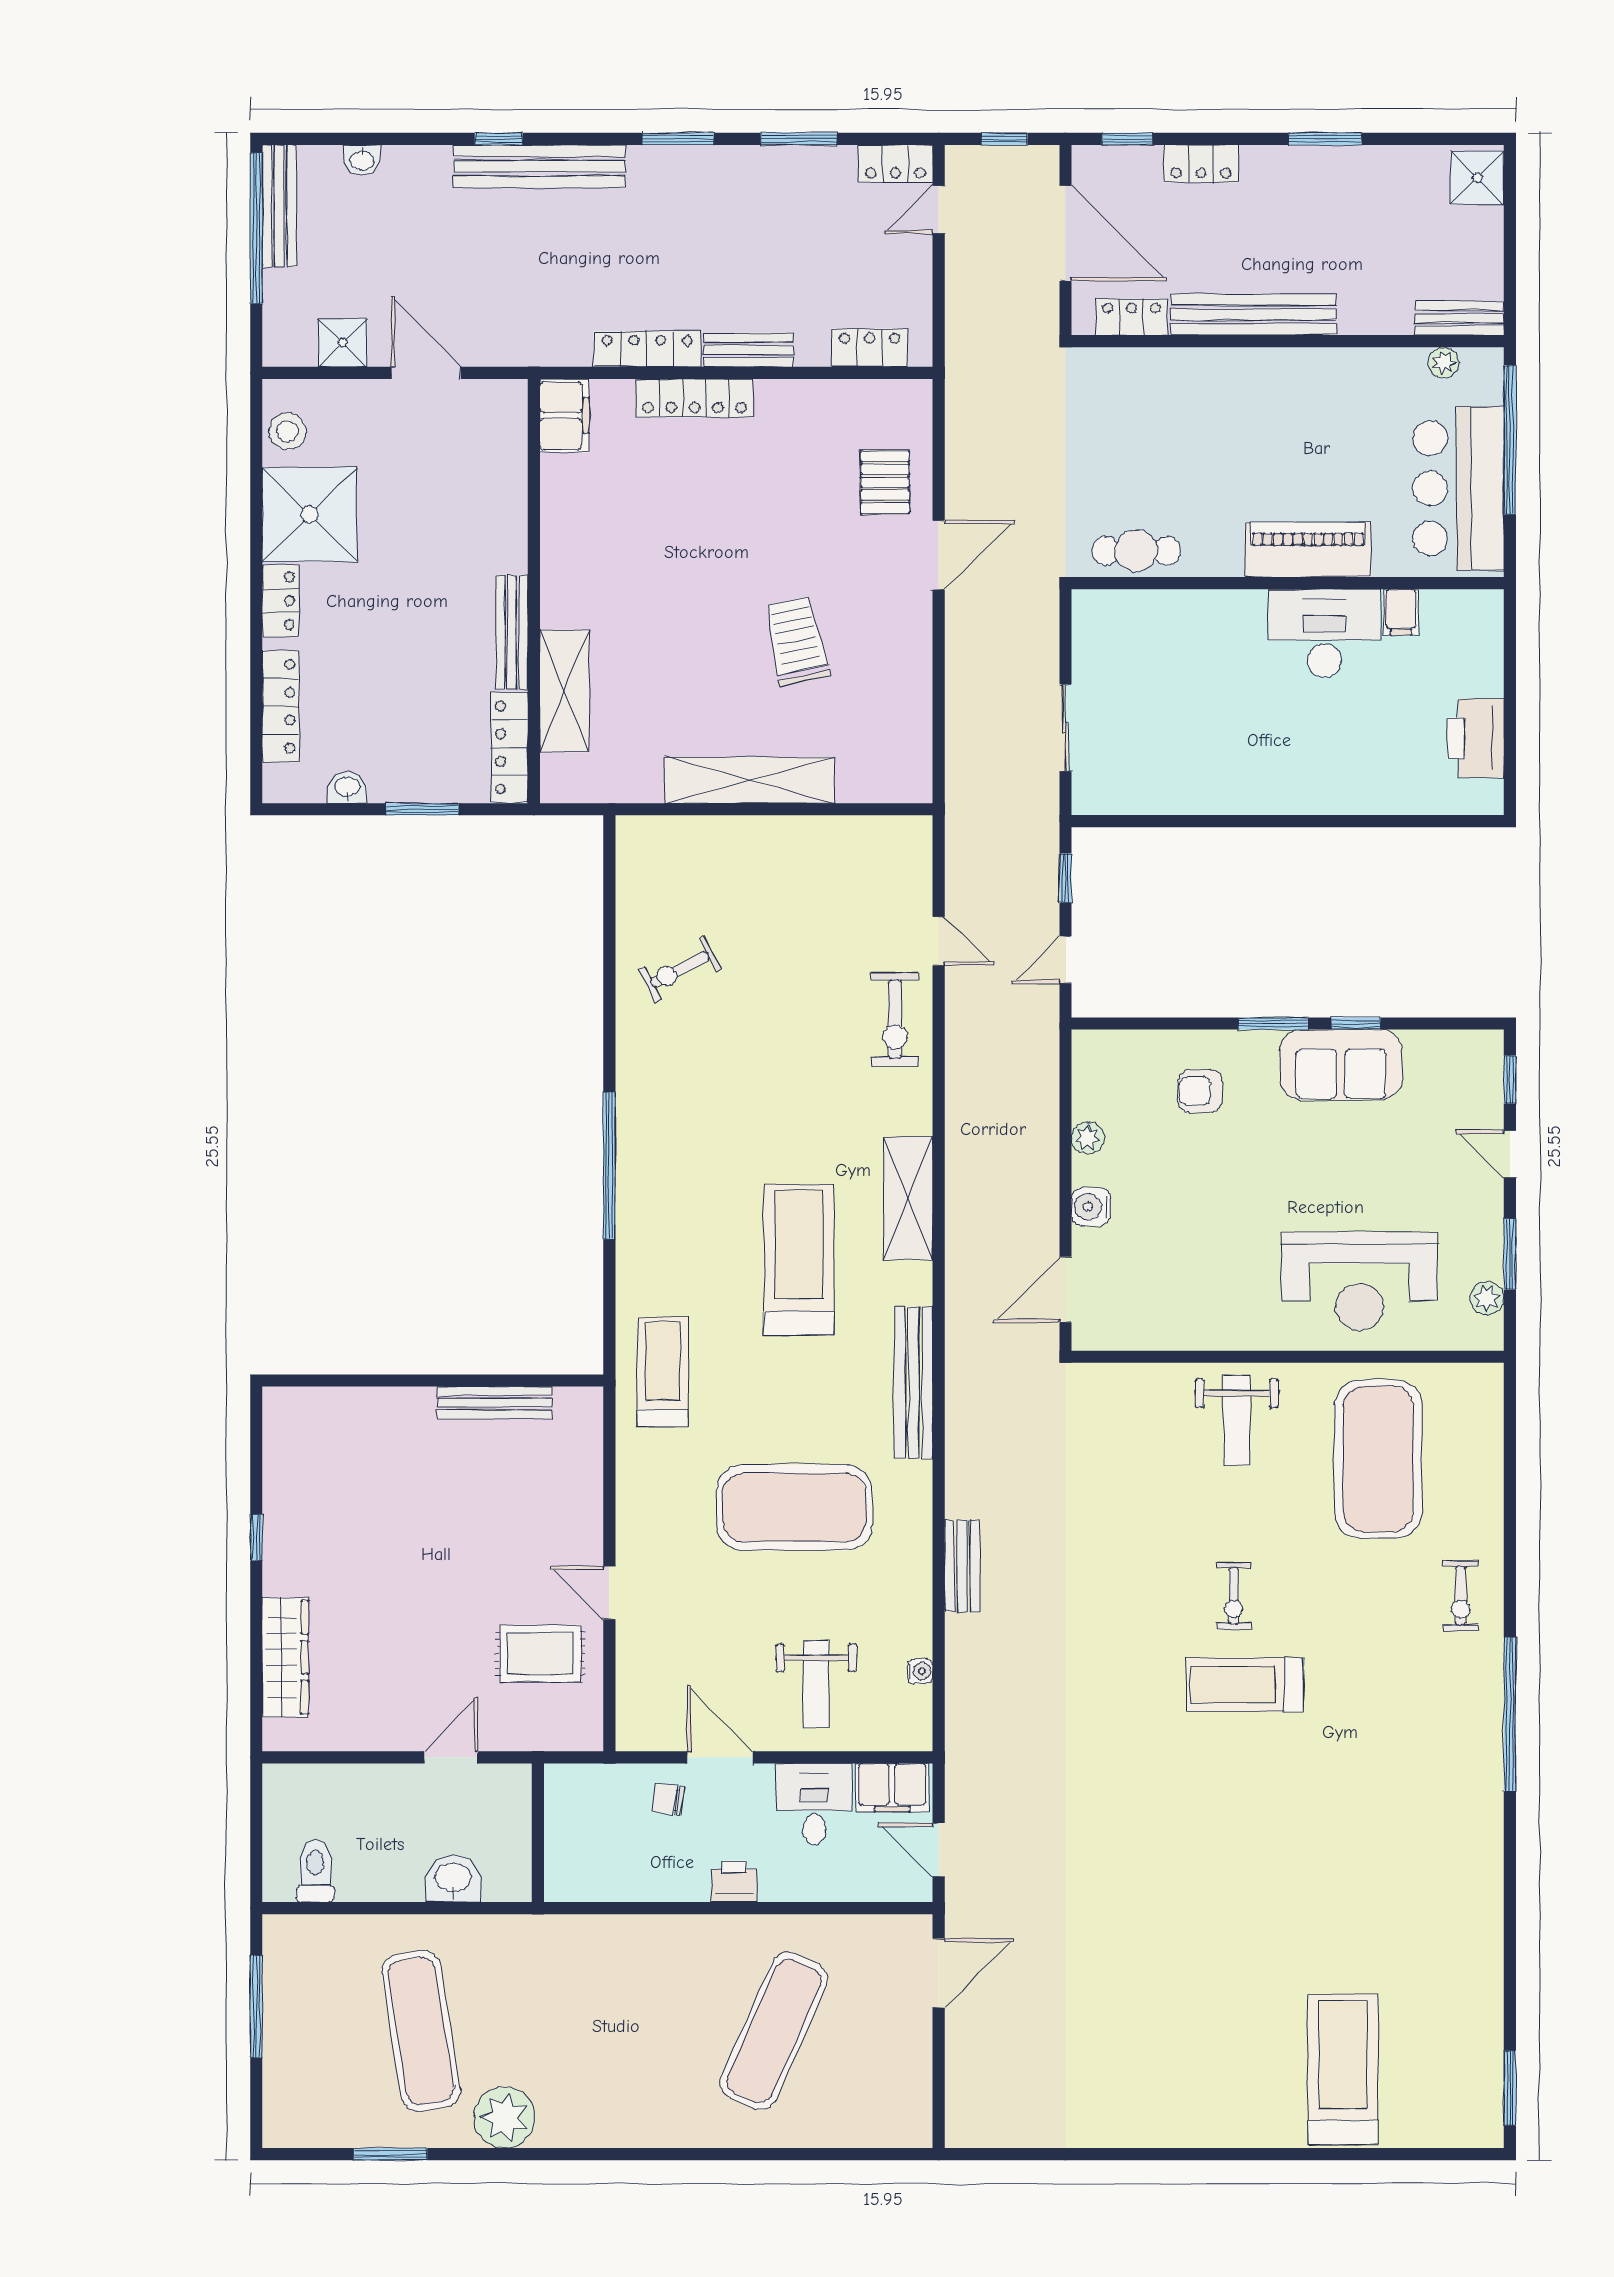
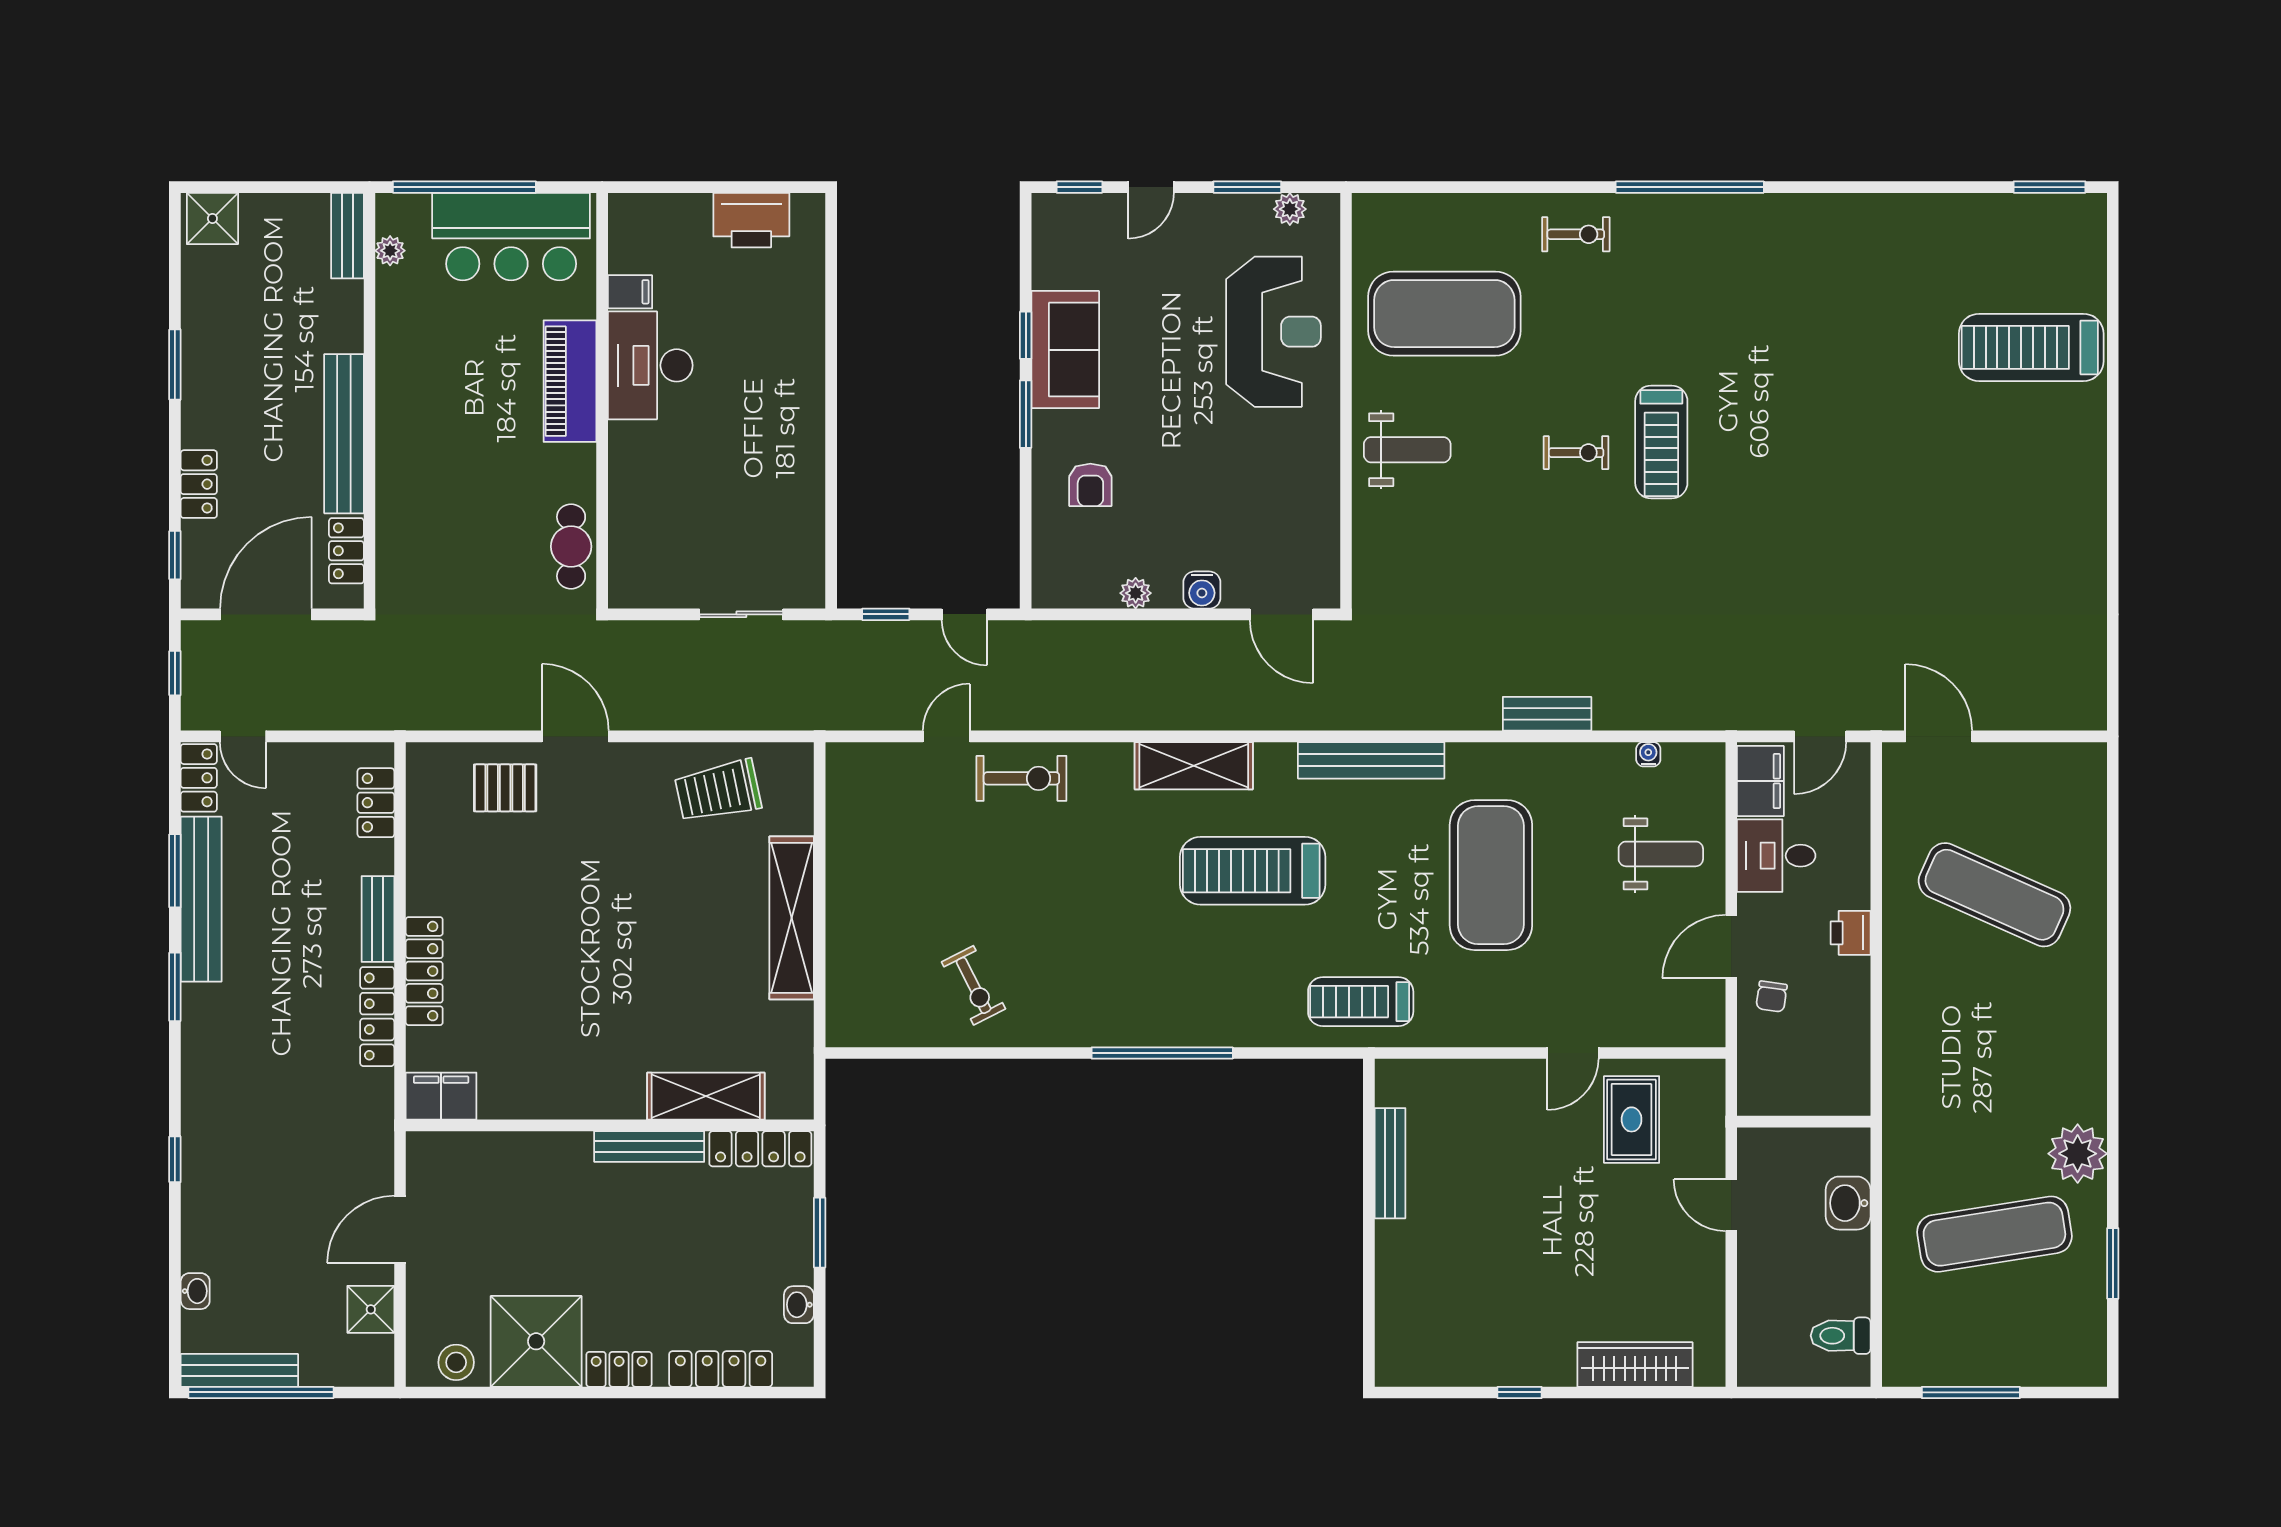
bench: (539, 166) -> (201, 899), moved
trolley: (797, 641) -> (718, 791), moved

